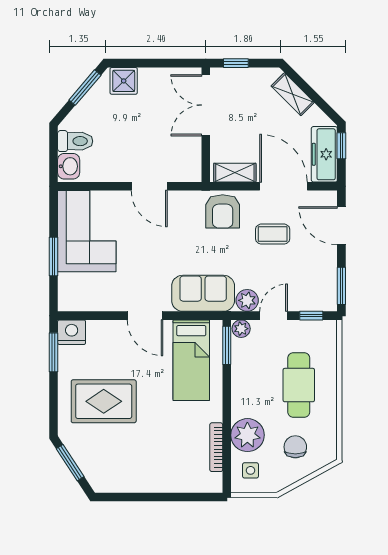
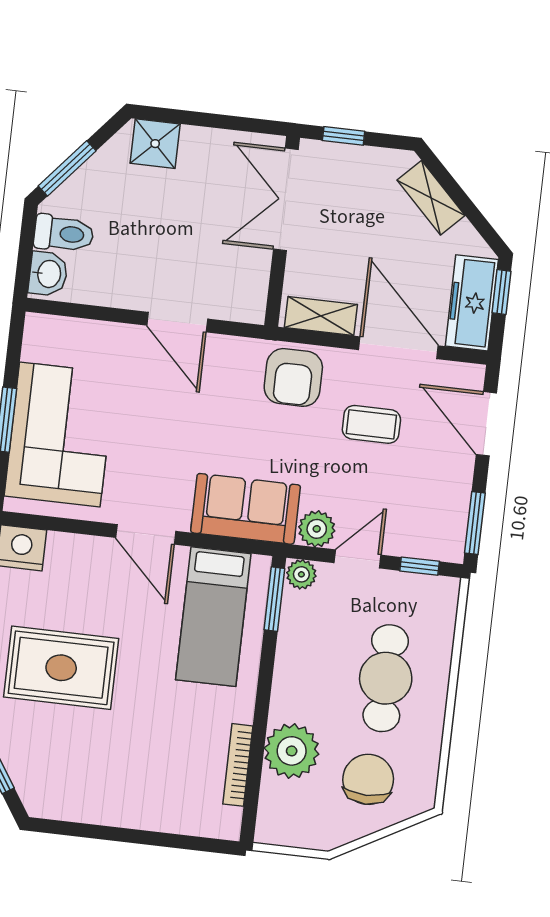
window: (85, 88) -> (67, 168), moved
corner sofa: (87, 231) -> (60, 434), moved
chair: (295, 447) -> (368, 779), width x1.37, depth x1.37
side table: (251, 470) -> (290, 810), removed

